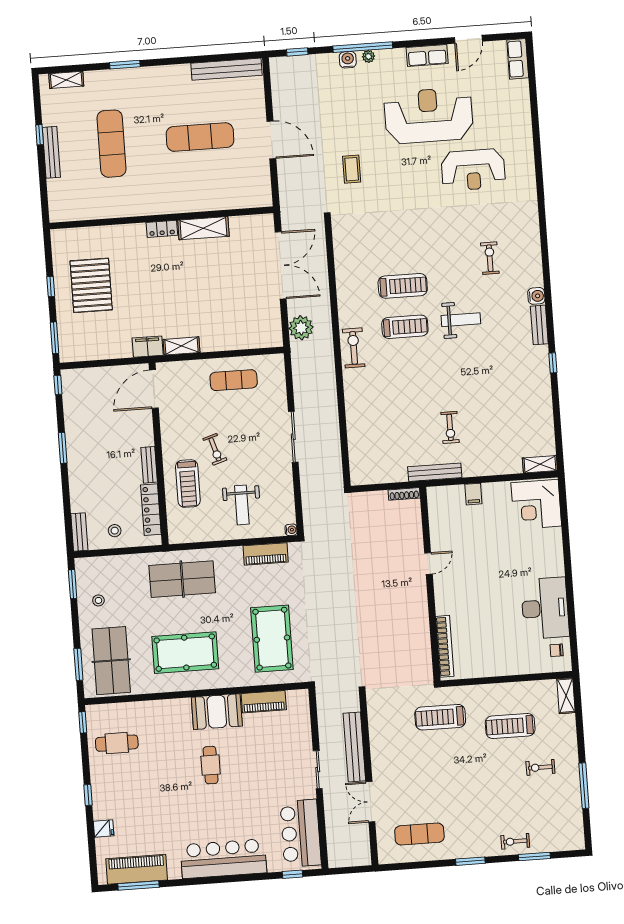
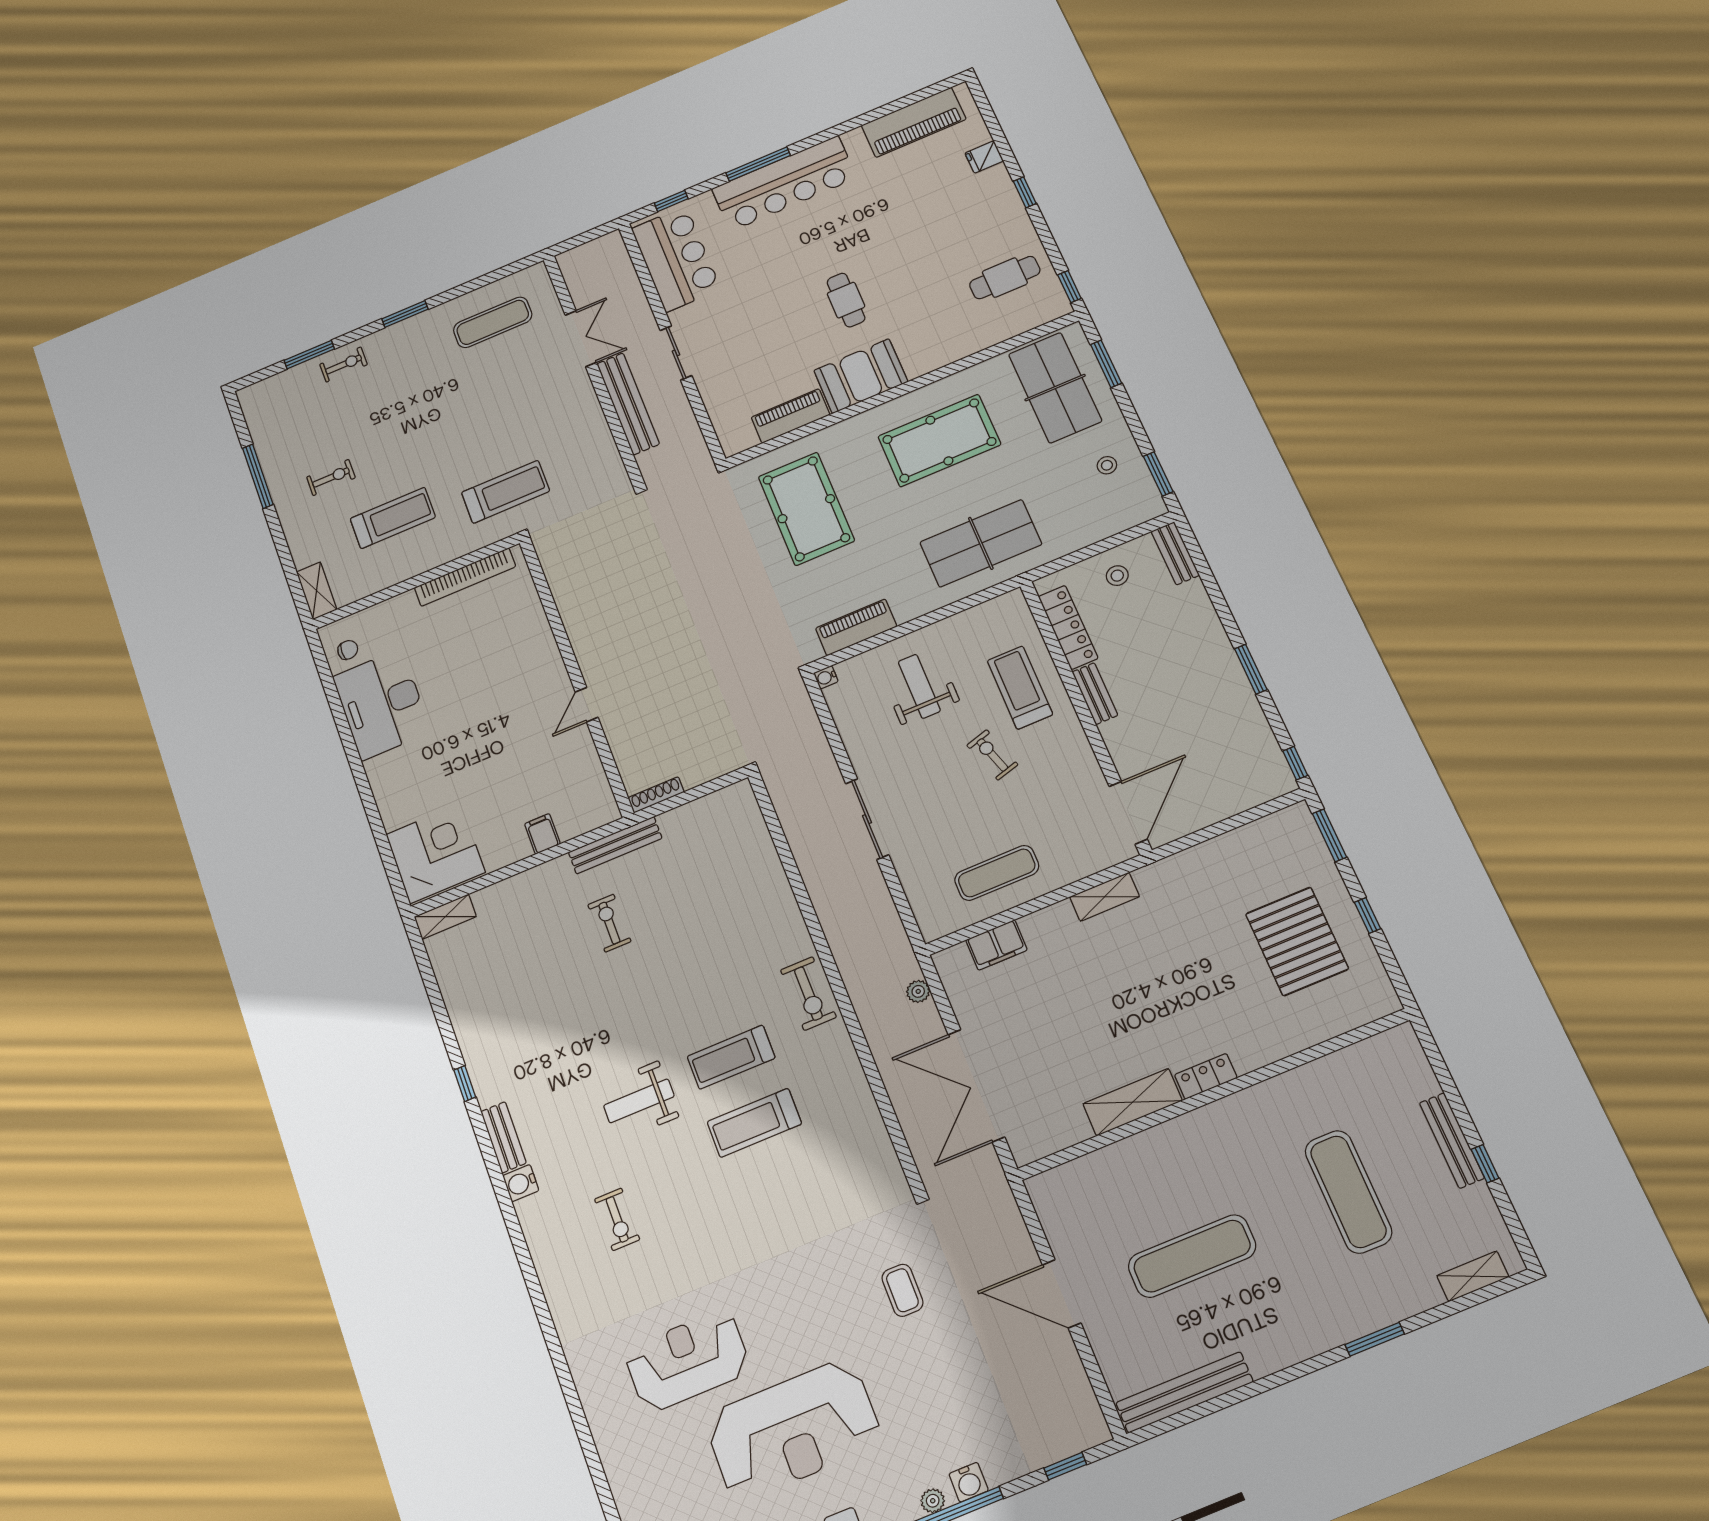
plant: (301, 328) -> (918, 991), width x0.53, depth x0.53
filing cabinet: (148, 347) -> (996, 945), moved
bookcase: (445, 646) -> (465, 577), moved, turned -90
window: (138, 886) -> (758, 164), moved

